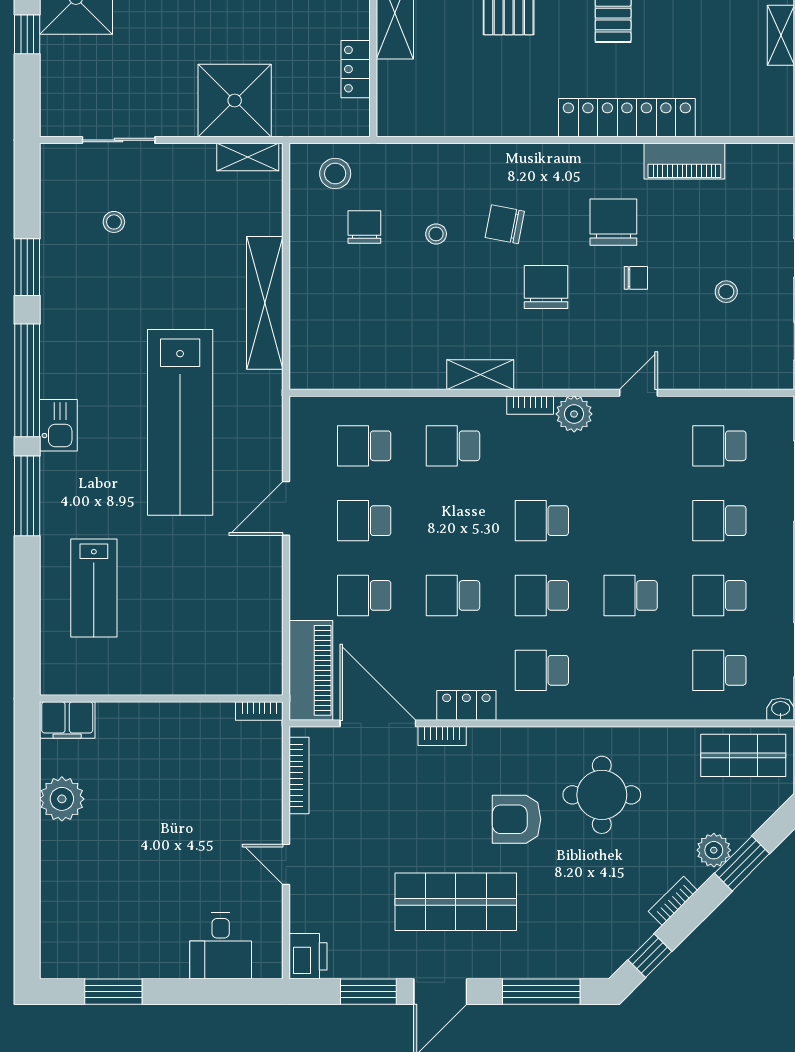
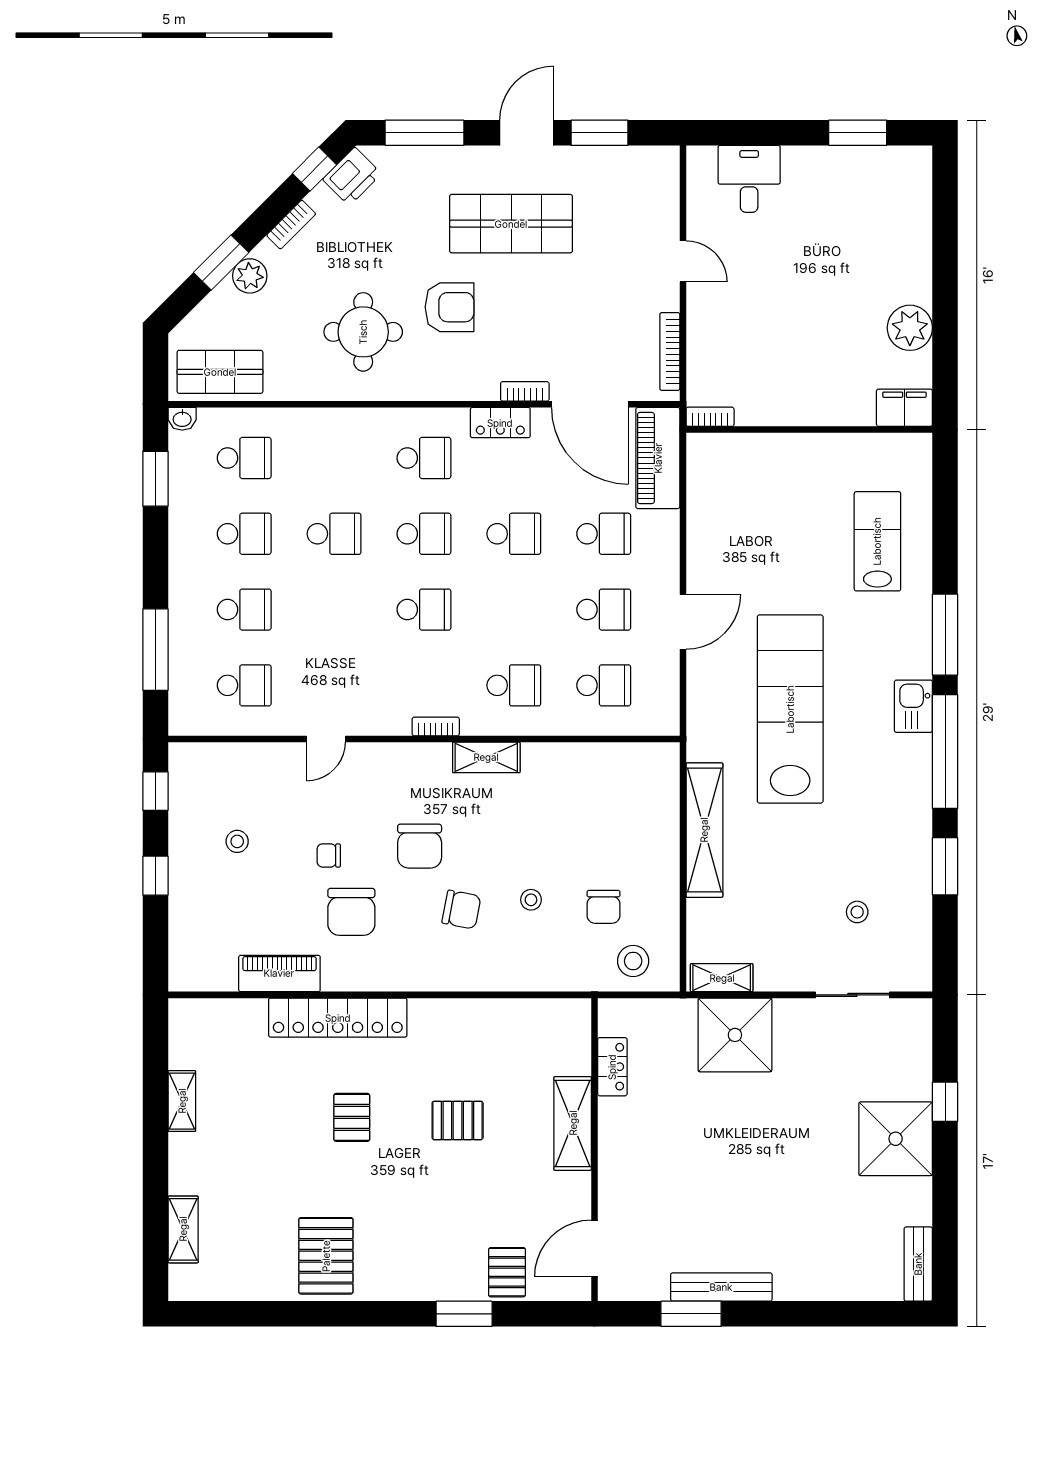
plant: (574, 414) -> (391, 718), removed
printer: (308, 956) -> (352, 176), moved, turned -135

